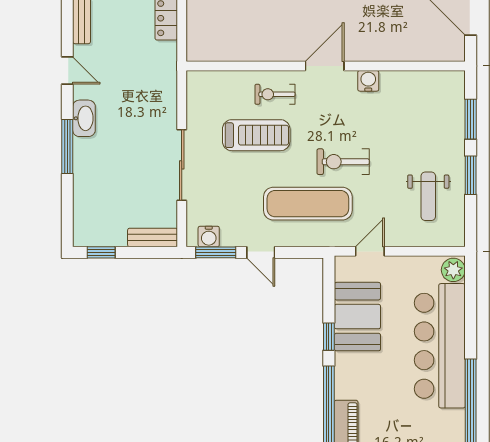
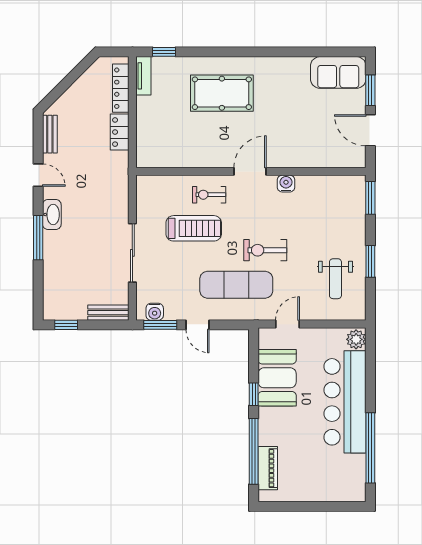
window: (471, 119) -> (370, 198), moved

